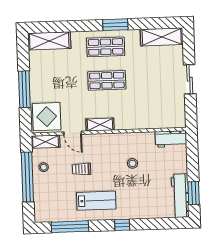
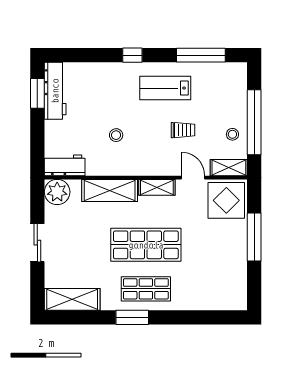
shelving: (49, 41) -> (110, 190), moved
shop shelf: (107, 80) -> (146, 245), width x1.43, depth x1.36
plant: (176, 118) -> (57, 192), added

